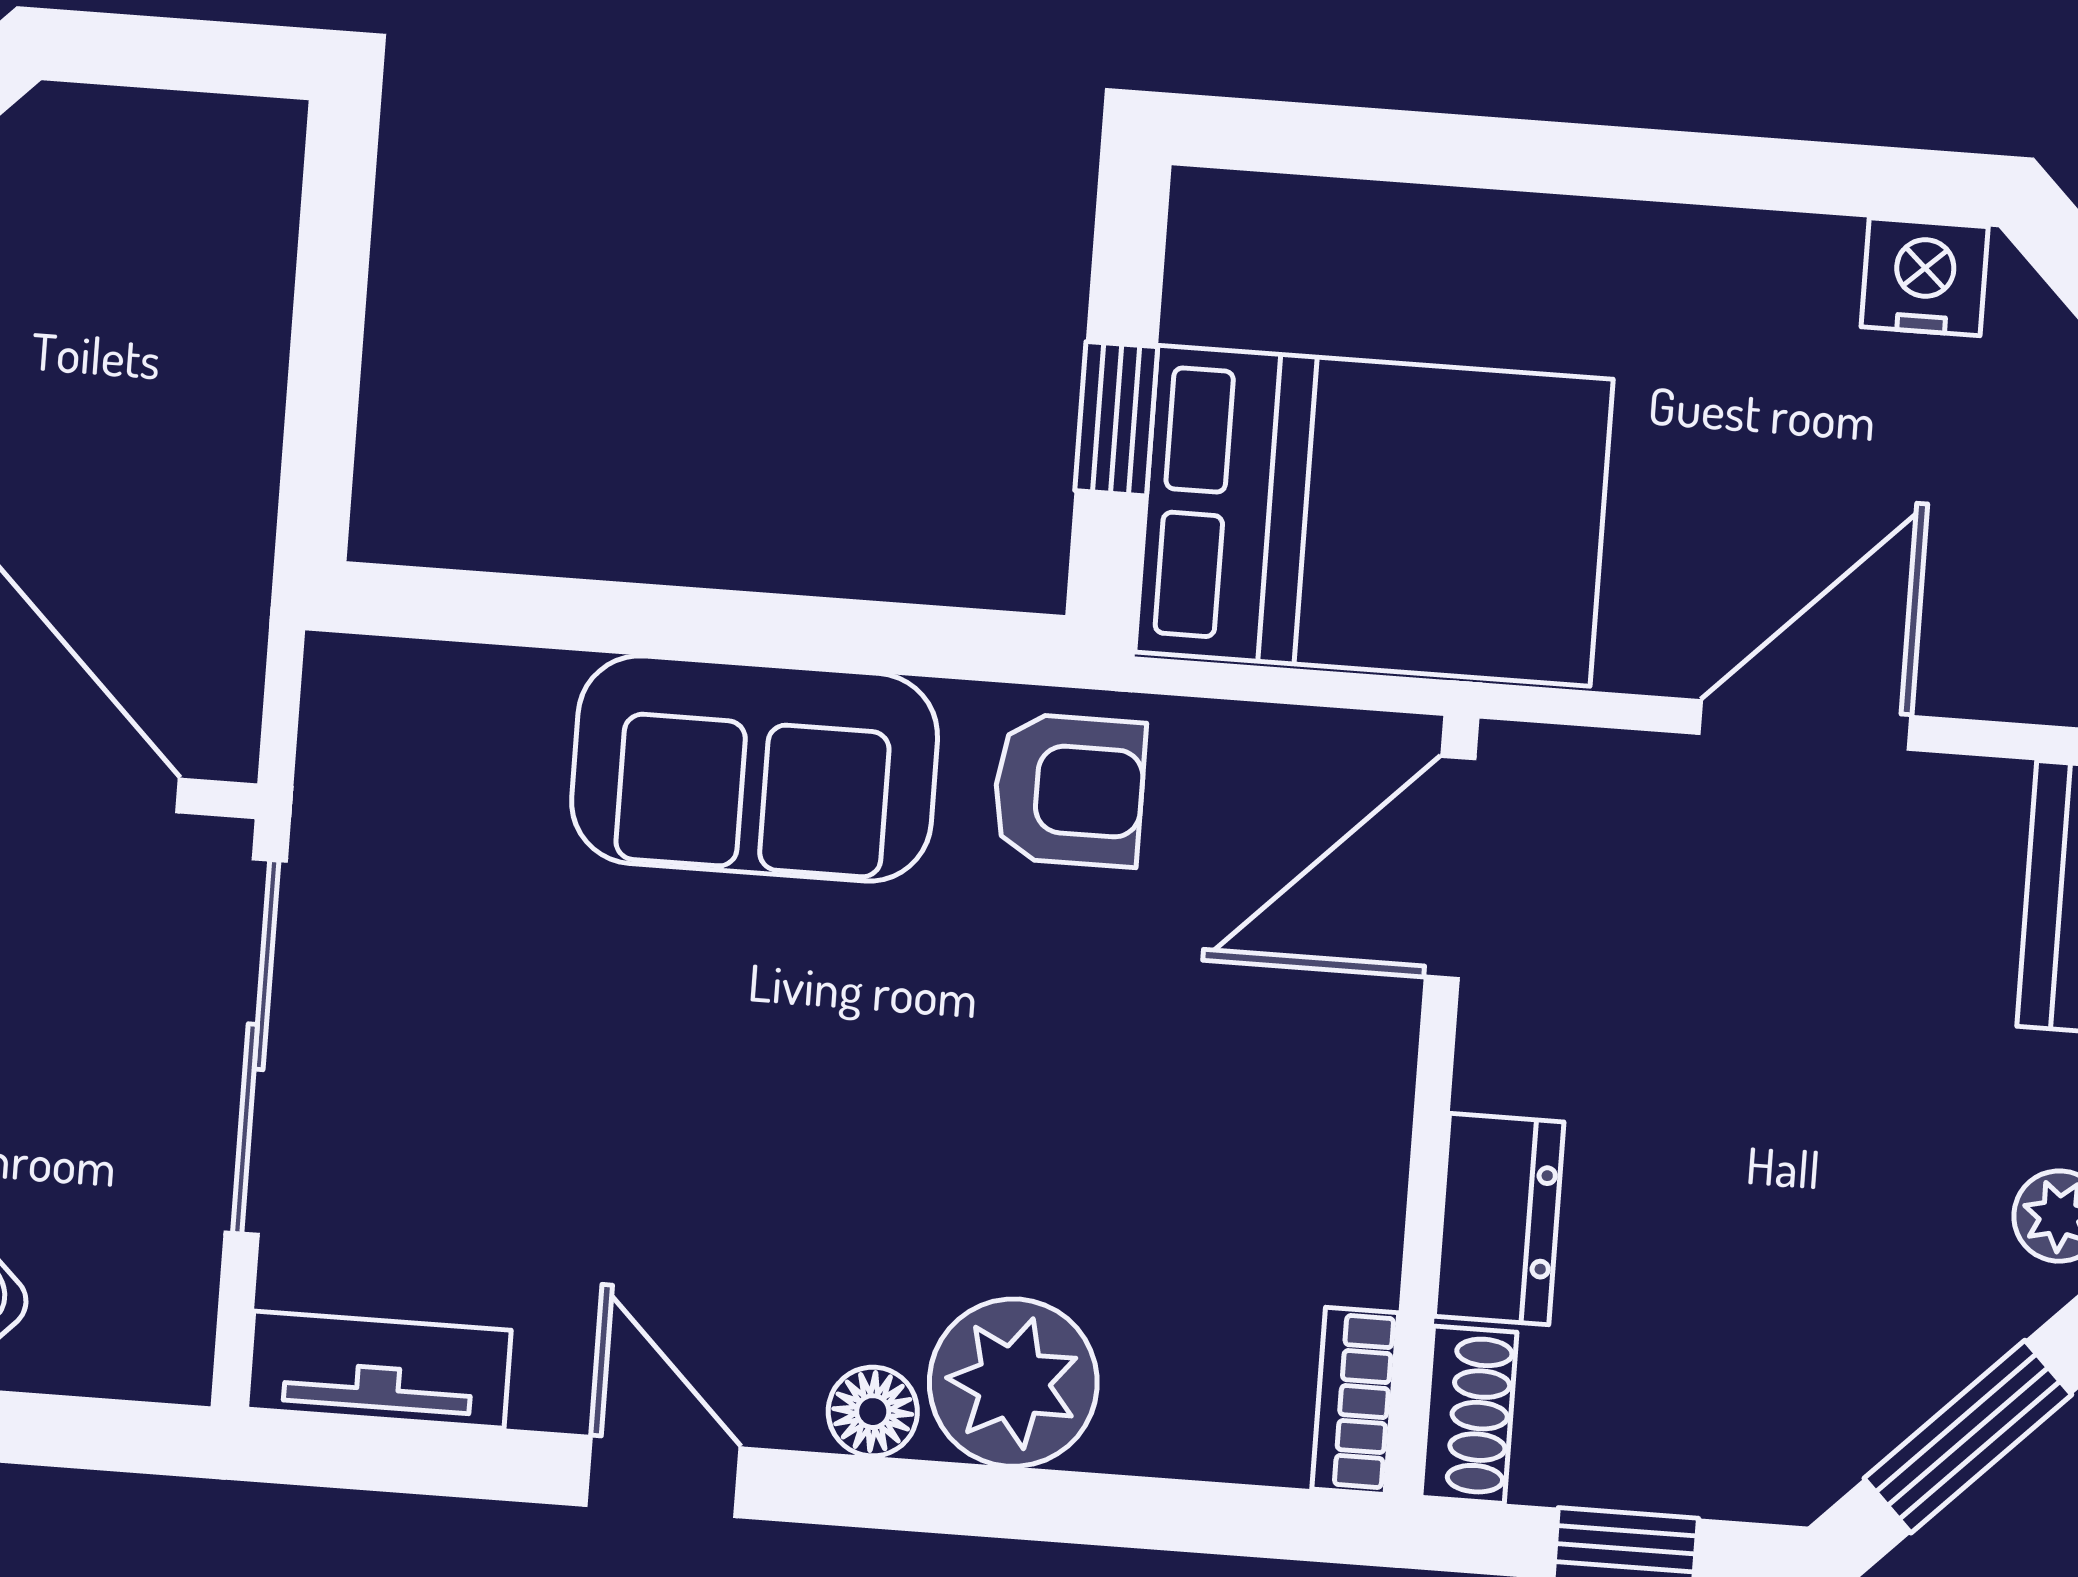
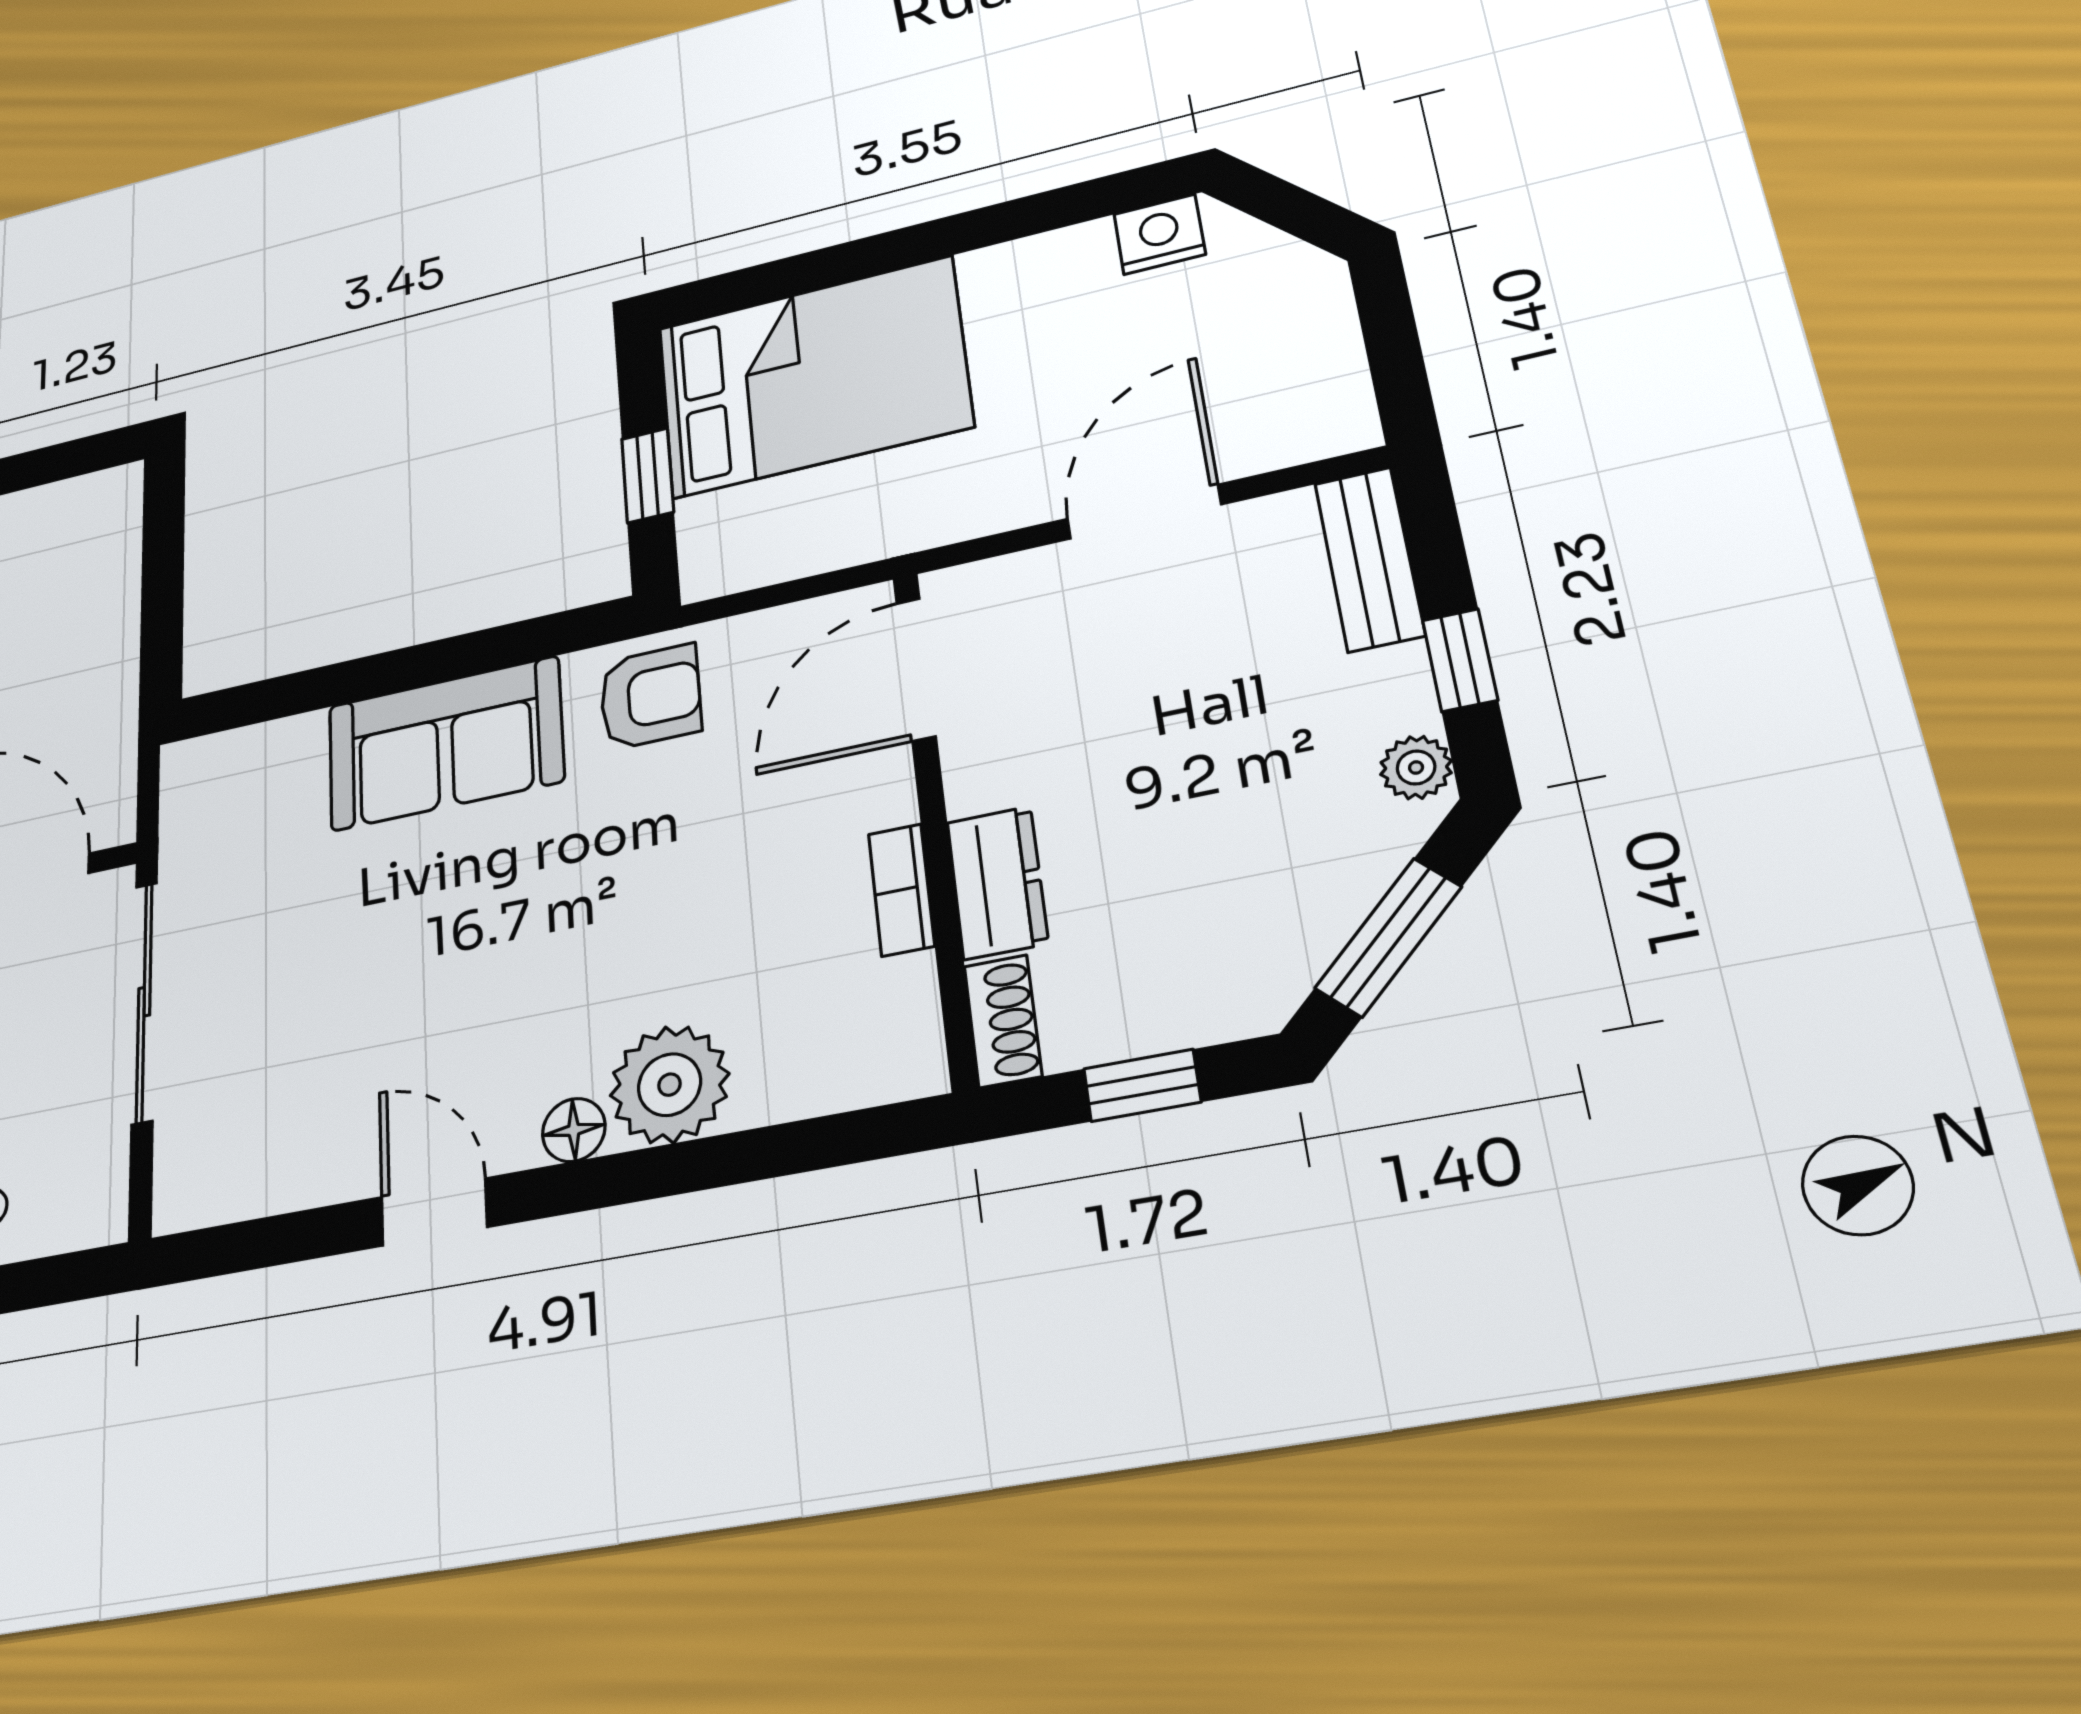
bed: (1374, 516) -> (813, 377), moved
tv unit: (379, 1370) -> (237, 1189), removed
bookcase: (1355, 1401) -> (901, 890), moved

